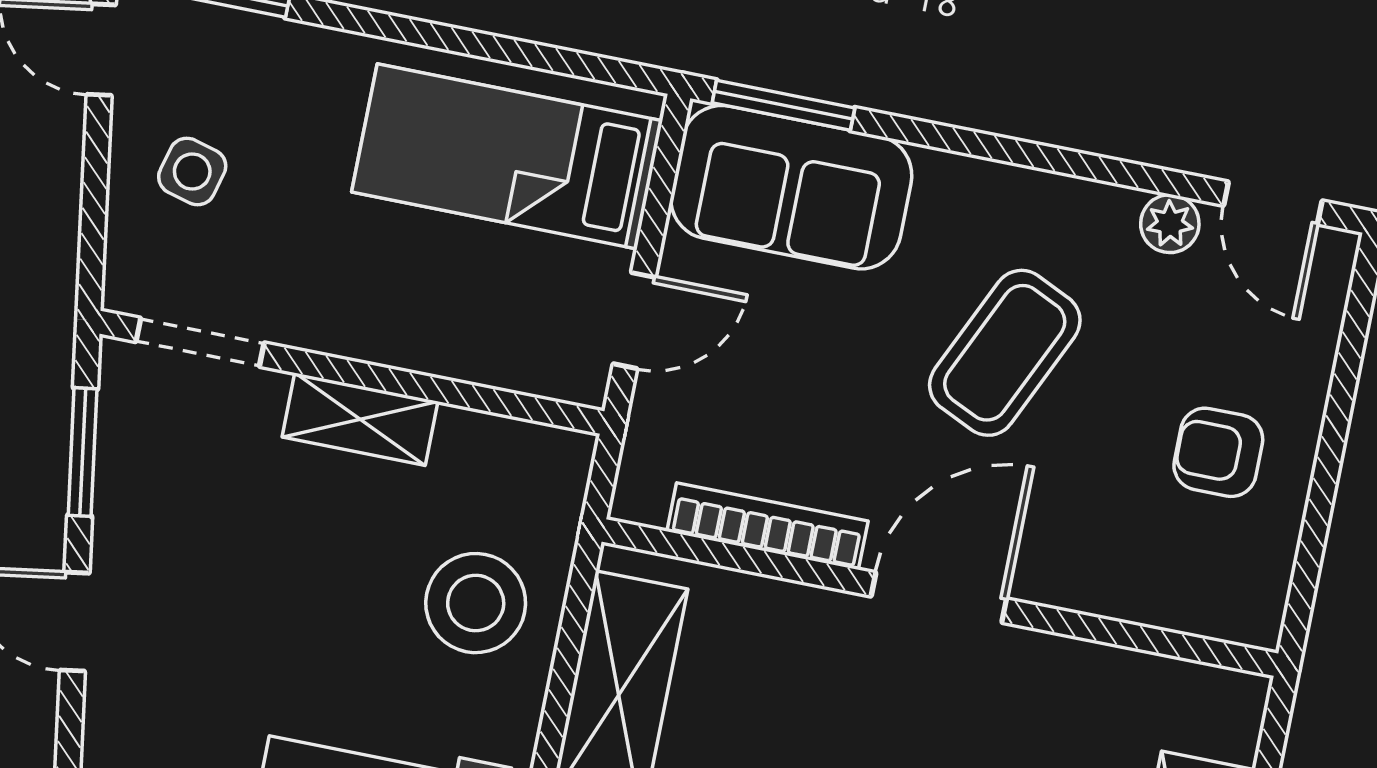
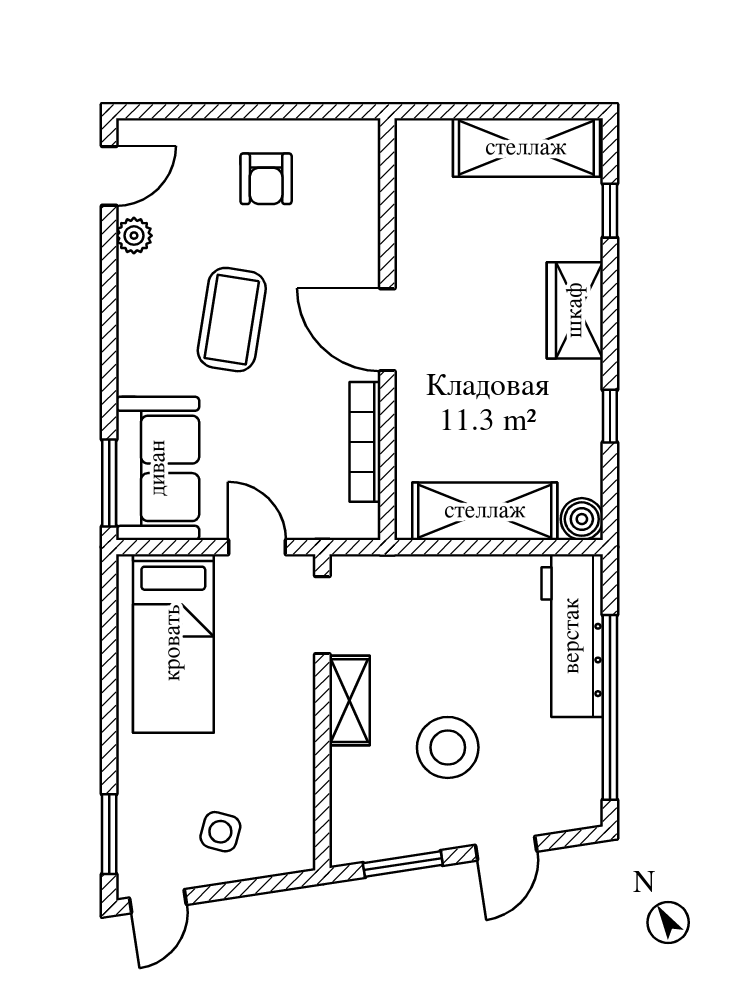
doorway: (200, 342) -> (322, 615), moved
coffee table: (1005, 353) -> (232, 320), turned 74
stool: (476, 603) -> (448, 747), moved

